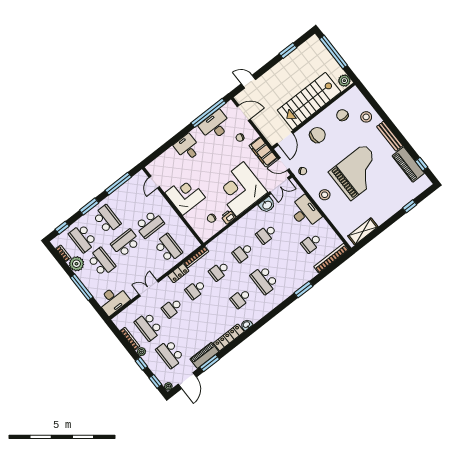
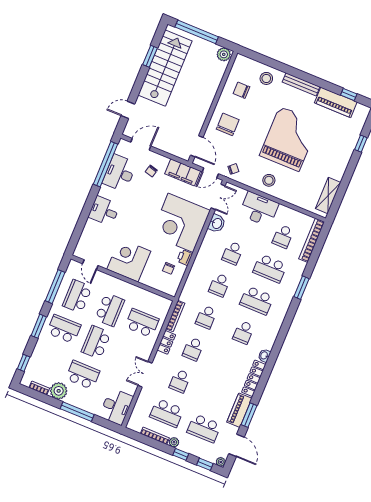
stairs: (309, 101) -> (165, 68), moved, turned 180
school desk: (83, 238) -> (77, 296), moved, turned 90
school desk: (288, 262) -> (270, 268), added

